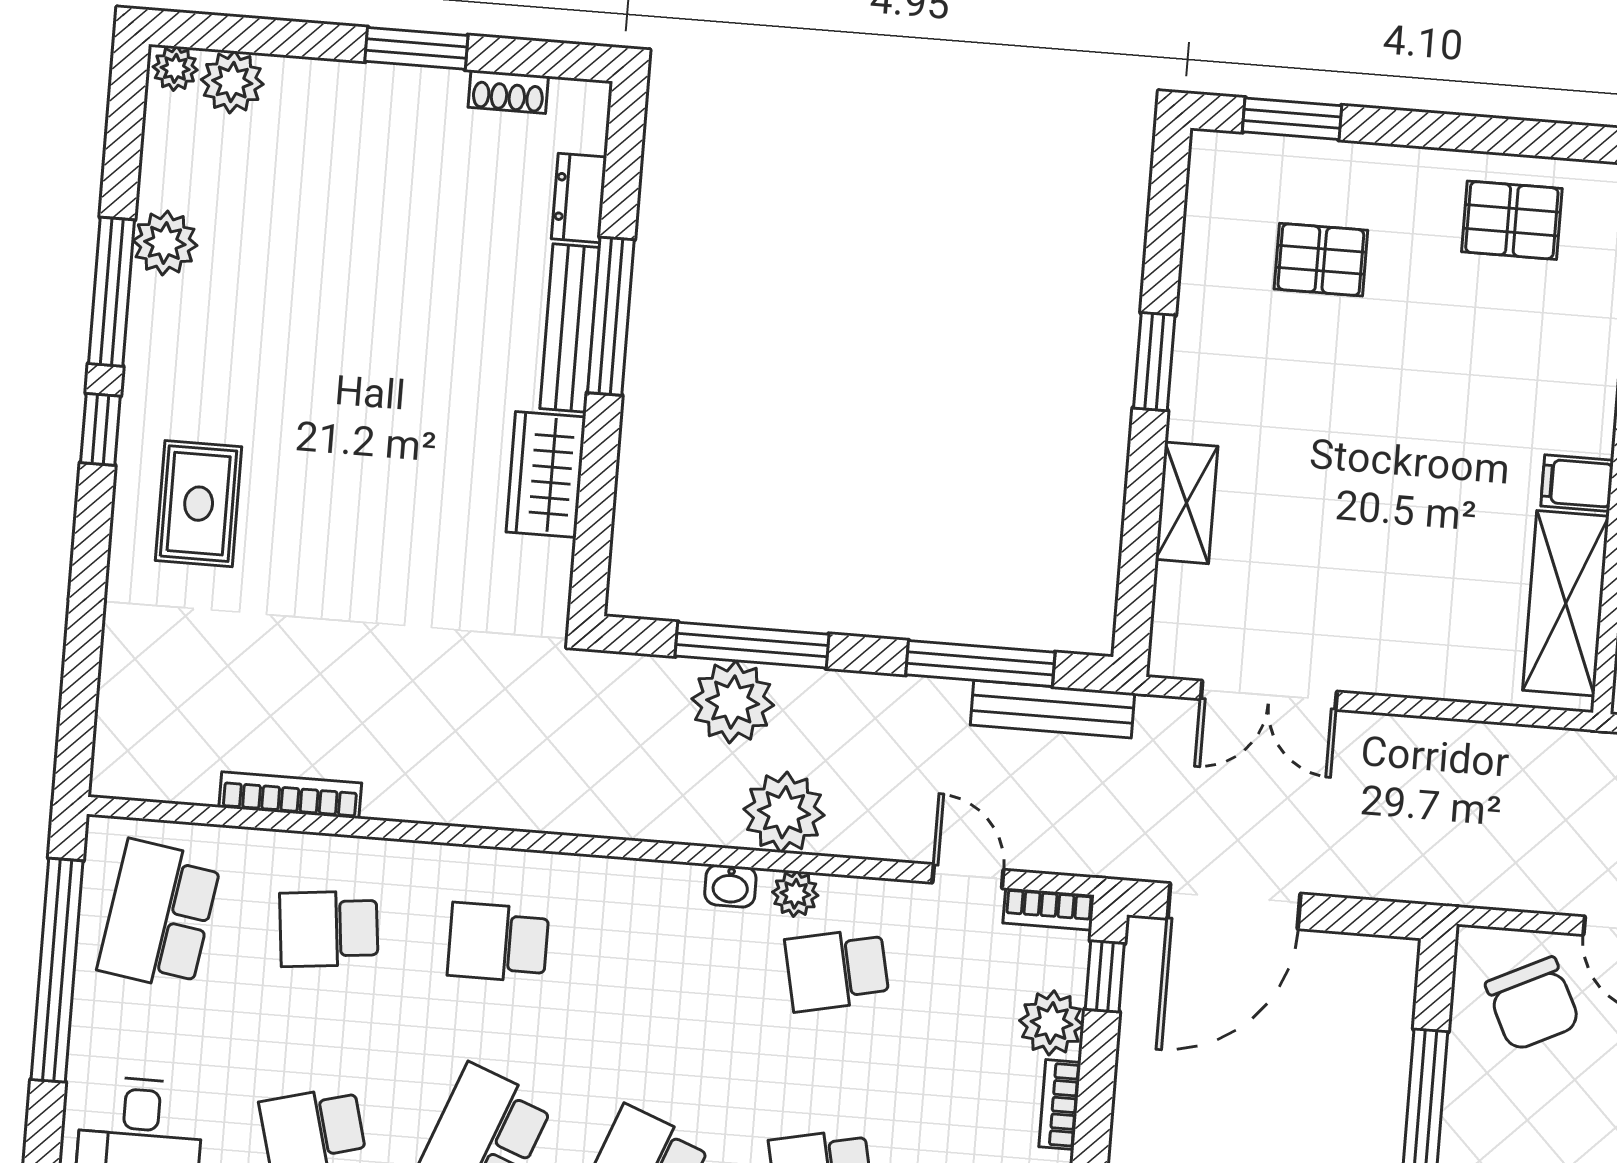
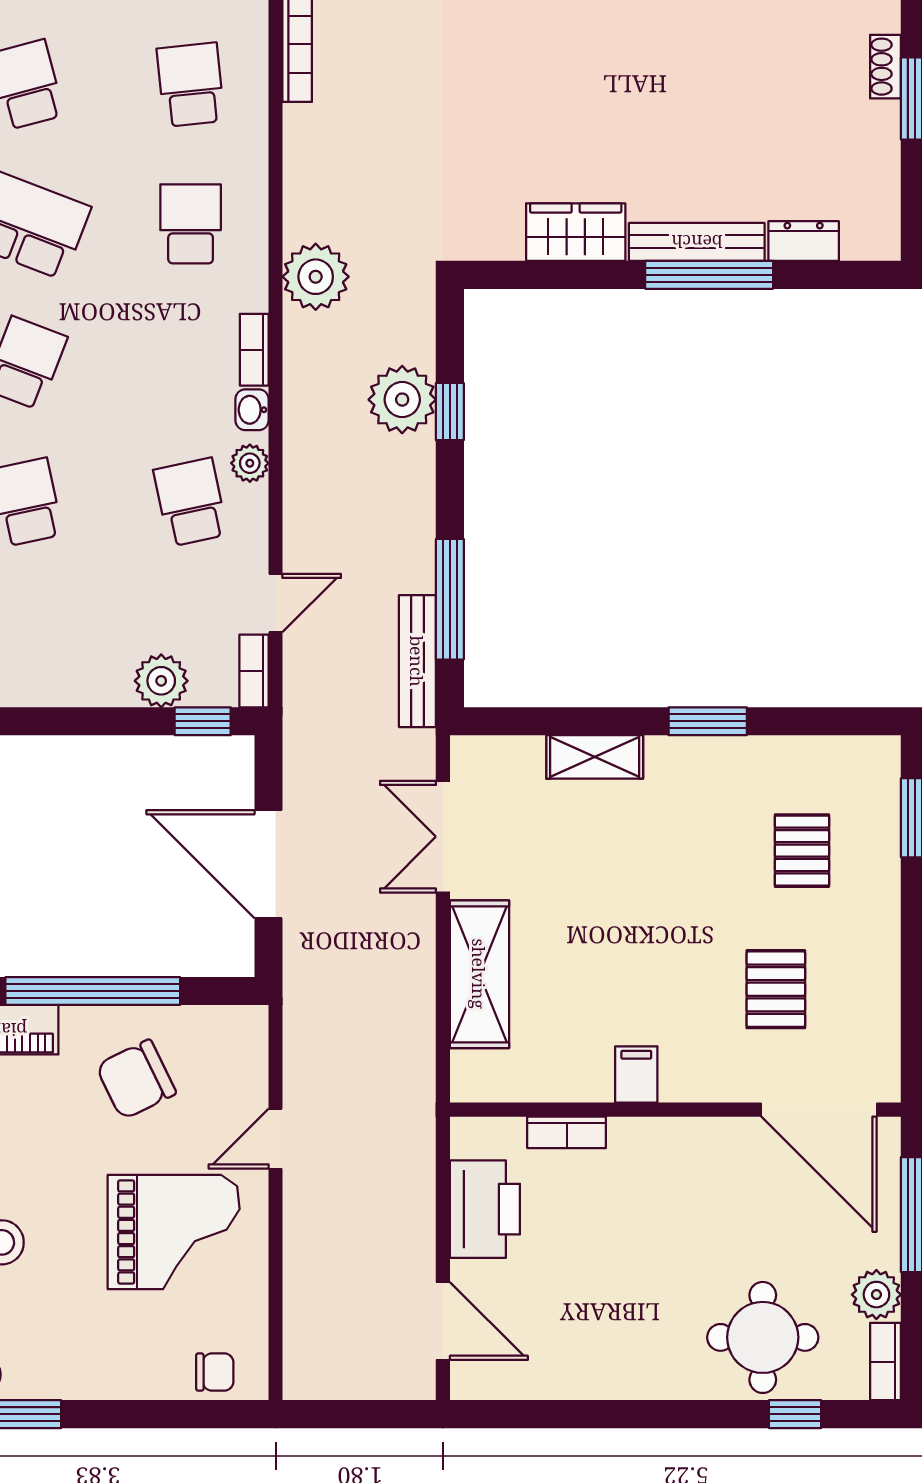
shoe rack: (508, 92) -> (886, 67), moved
pallet: (1512, 220) -> (776, 989), moved
shelving: (1566, 603) -> (479, 974), moved, turned 90
window: (752, 645) -> (450, 412), width x0.46
plant: (784, 812) -> (316, 277), moved
door: (1234, 906) -> (269, 864), moved
chair: (1533, 1004) -> (136, 1079), moved
bookcase: (1060, 1105) -> (254, 350), moved, turned -90

